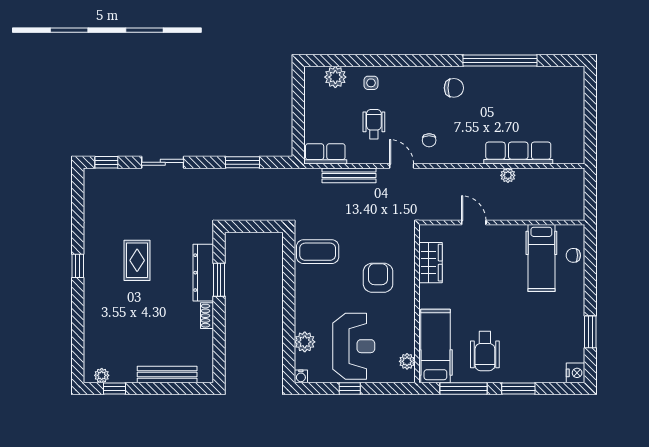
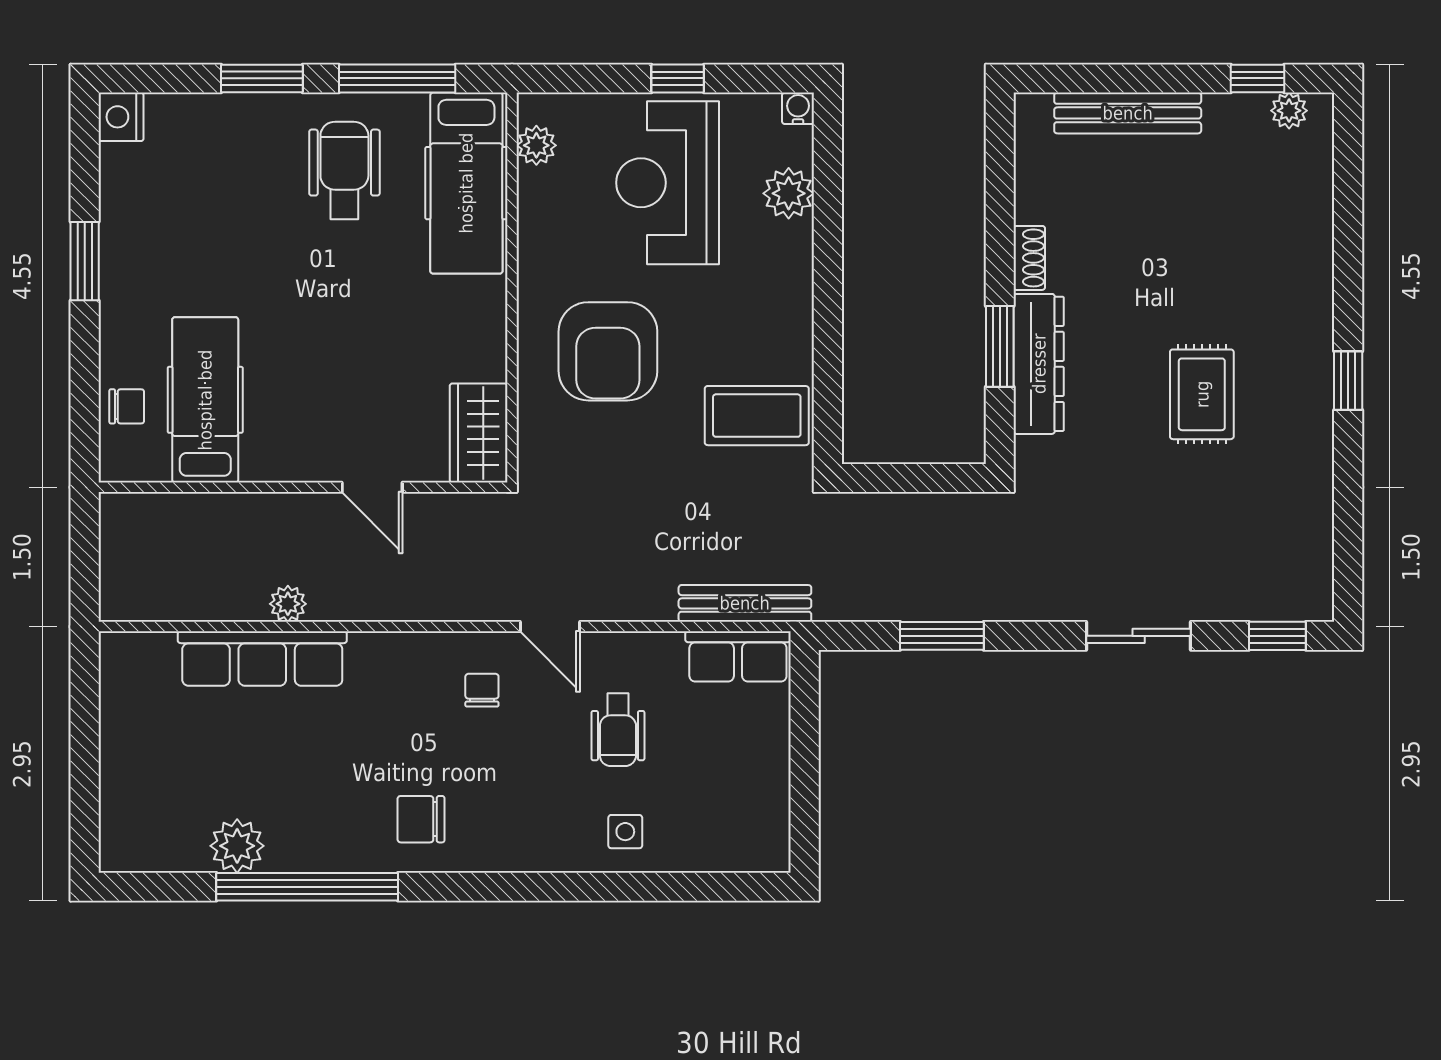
plant: (335, 77) -> (237, 846), moved
bench: (349, 175) -> (745, 603), moved
wardrobe: (431, 263) -> (479, 433), moved
armchair: (378, 278) -> (608, 351), width x1.36, depth x1.36
window: (590, 332) -> (85, 261), moved

